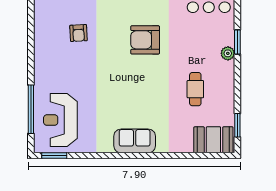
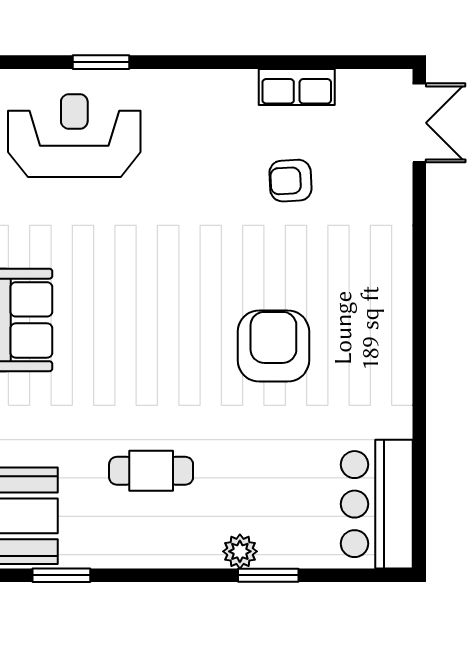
row of seats: (41, 31) -> (297, 87), added
window: (31, 109) -> (101, 62), width x0.47

